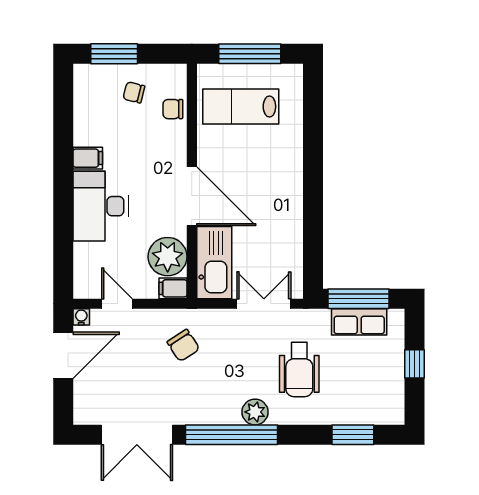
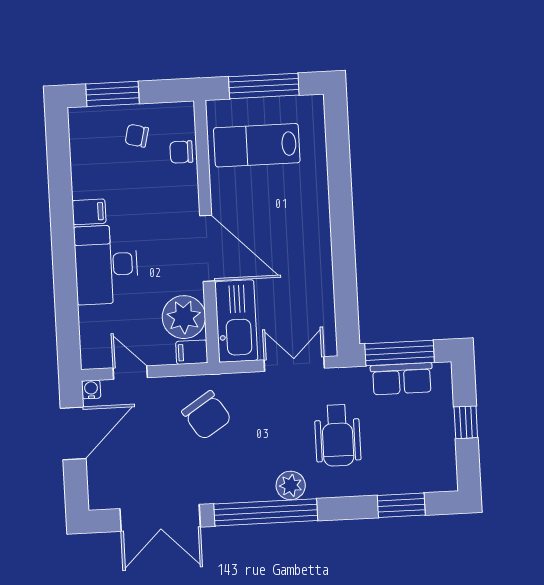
chair: (183, 345) -> (207, 415), width x1.37, depth x1.37

